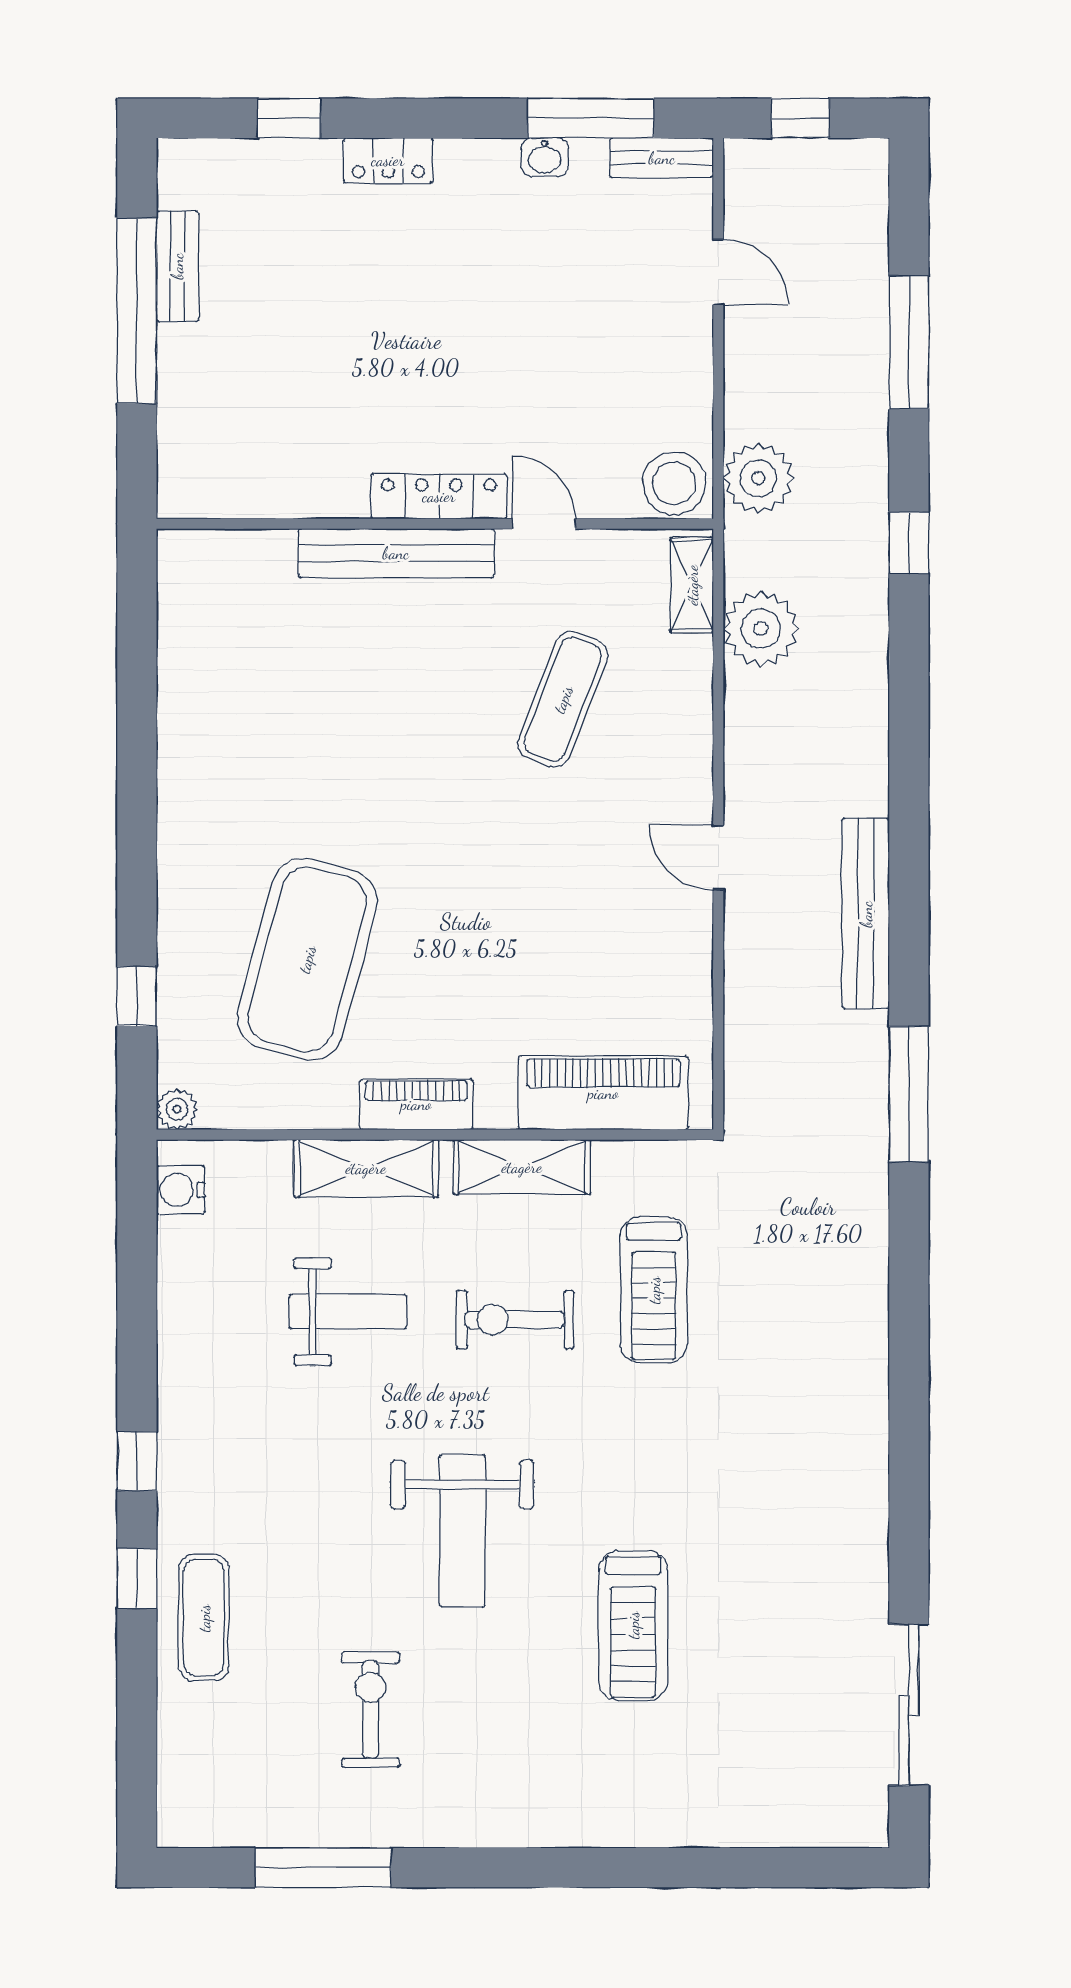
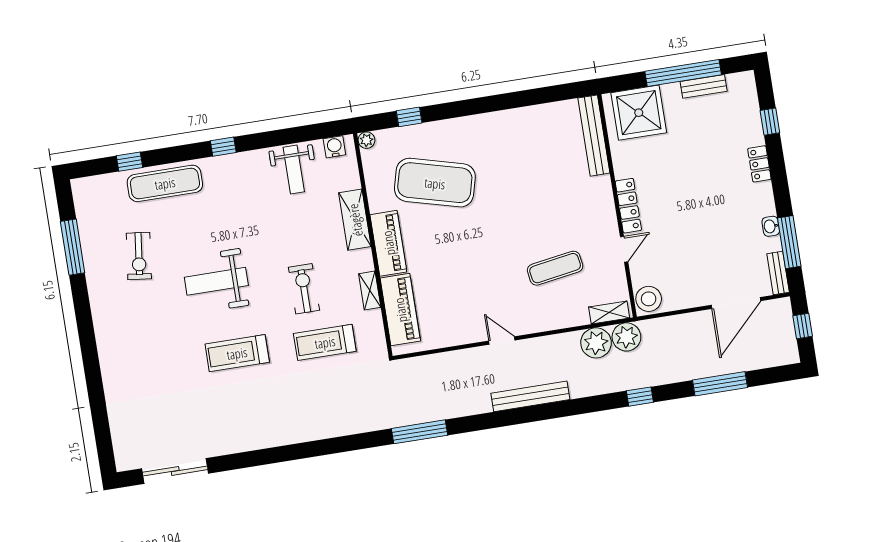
door: (718, 272) -> (736, 303), width x1.88
shower: (216, 435) -> (639, 113), added
plant: (758, 478) -> (626, 337), moved
bench: (396, 553) -> (594, 136), moved
exercise mat: (563, 699) -> (555, 268), turned -30
door: (718, 858) -> (502, 341), hinge flipped
bench: (866, 914) -> (530, 396), moved
piano: (416, 1104) -> (388, 243), width x1.37, depth x1.33
shelving: (522, 1167) -> (370, 290), width x0.67, depth x0.75
weight bench: (348, 1312) -> (294, 169), moved
window: (137, 1578) -> (130, 162), moved
exercise mat: (204, 1618) -> (165, 183), width x1.36, depth x1.45
treadmill: (633, 1625) -> (237, 353), moved
exercise bike: (371, 1709) -> (139, 256), turned 97

